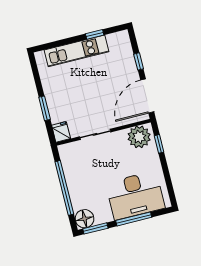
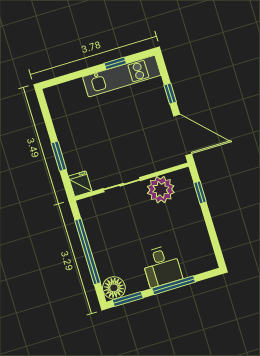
kitchen unit: (76, 51) -> (122, 76), moved
door: (147, 96) -> (183, 135), swing flipped
plant: (139, 137) -> (161, 190), moved
desk: (135, 195) -> (162, 266), width x0.53, depth x0.77

